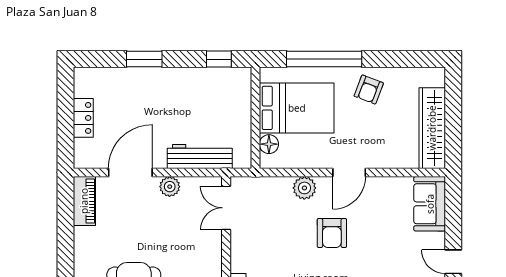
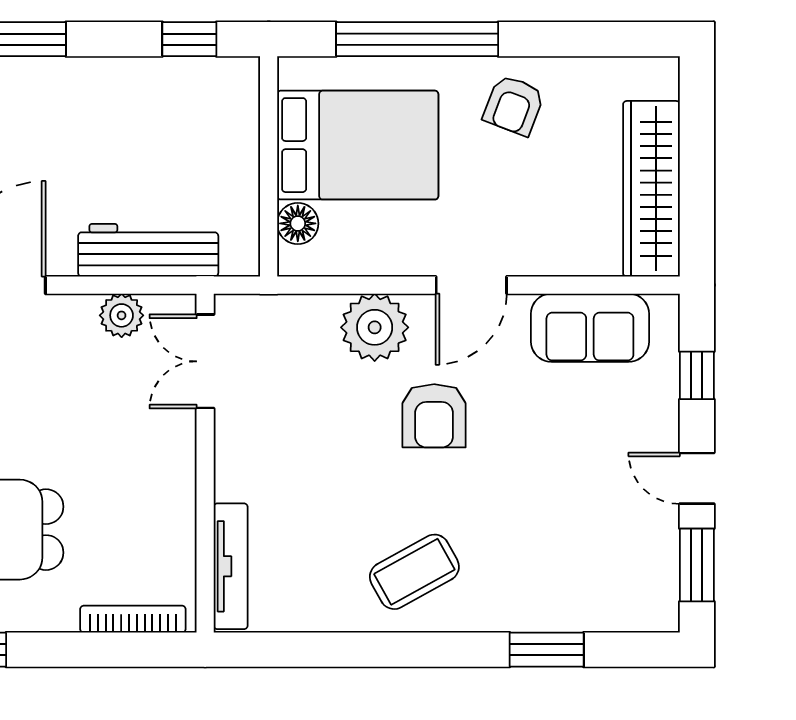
plant: (170, 187) -> (122, 315), moved
plant: (304, 188) -> (375, 327), width x1.36, depth x1.36
sofa: (430, 204) -> (590, 328), moved, turned -90
window: (453, 214) -> (697, 375), added

